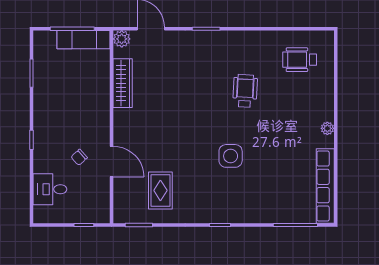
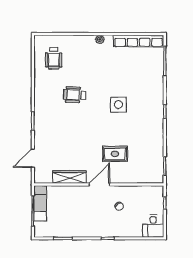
plant: (122, 39) -> (40, 178), removed
door: (112, 162) -> (99, 185), moved
desk: (50, 189) -> (153, 226), moved
rug: (160, 190) -> (115, 154), moved

